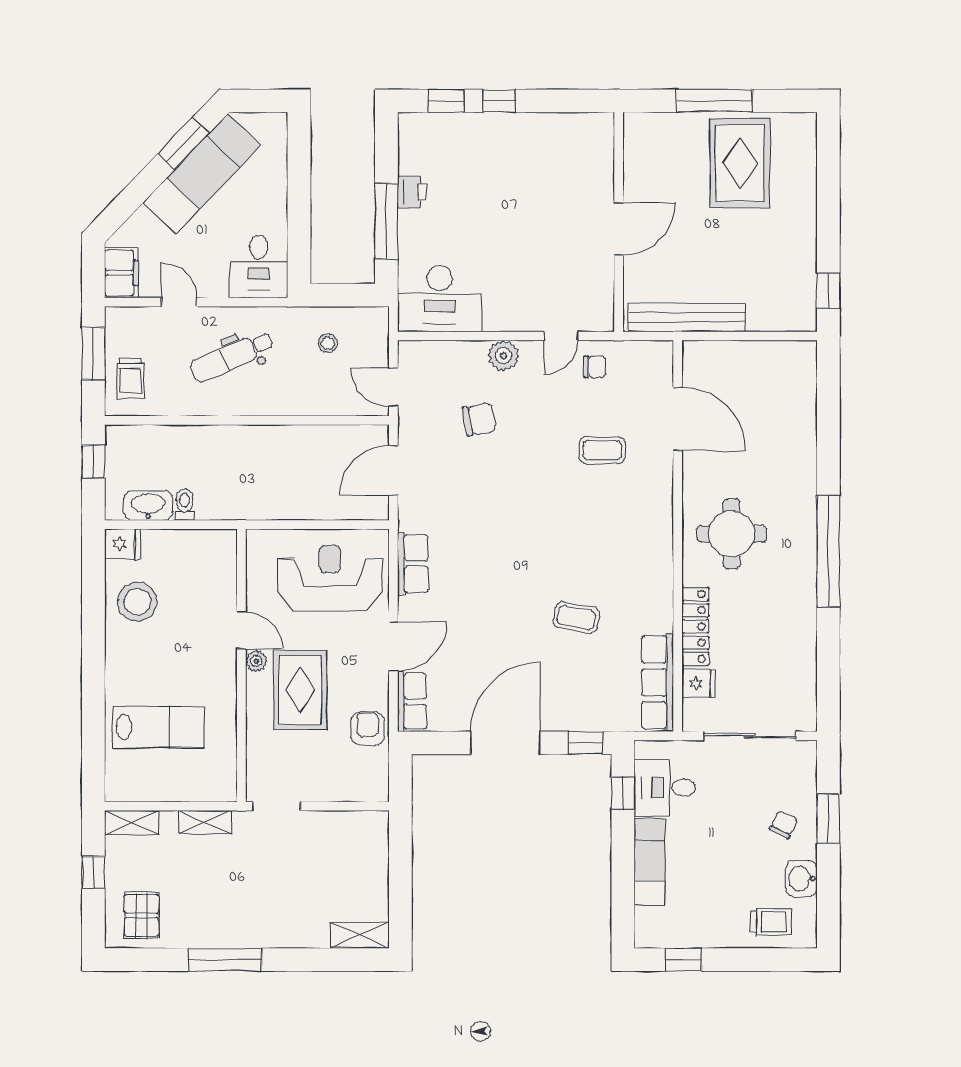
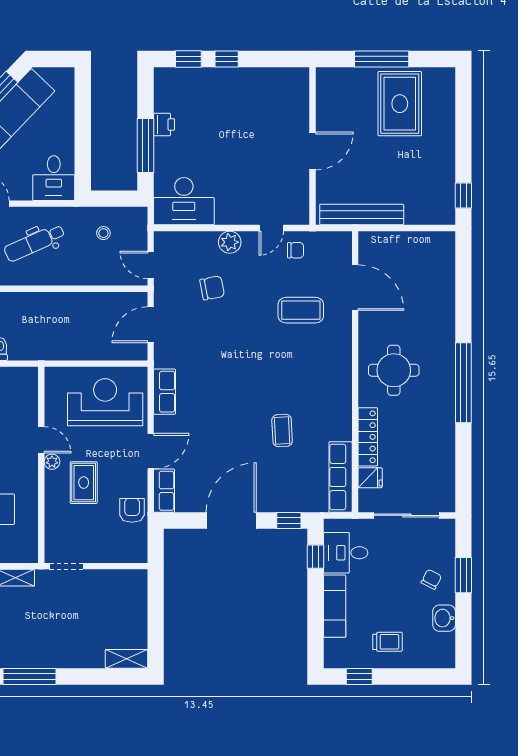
coffee table: (602, 450) -> (301, 310), width x1.36, depth x1.30
coffee table: (576, 618) -> (282, 431), turned 76
rug: (300, 690) -> (84, 483), width x0.73, depth x0.70
trolley: (771, 922) -> (387, 642), moved

